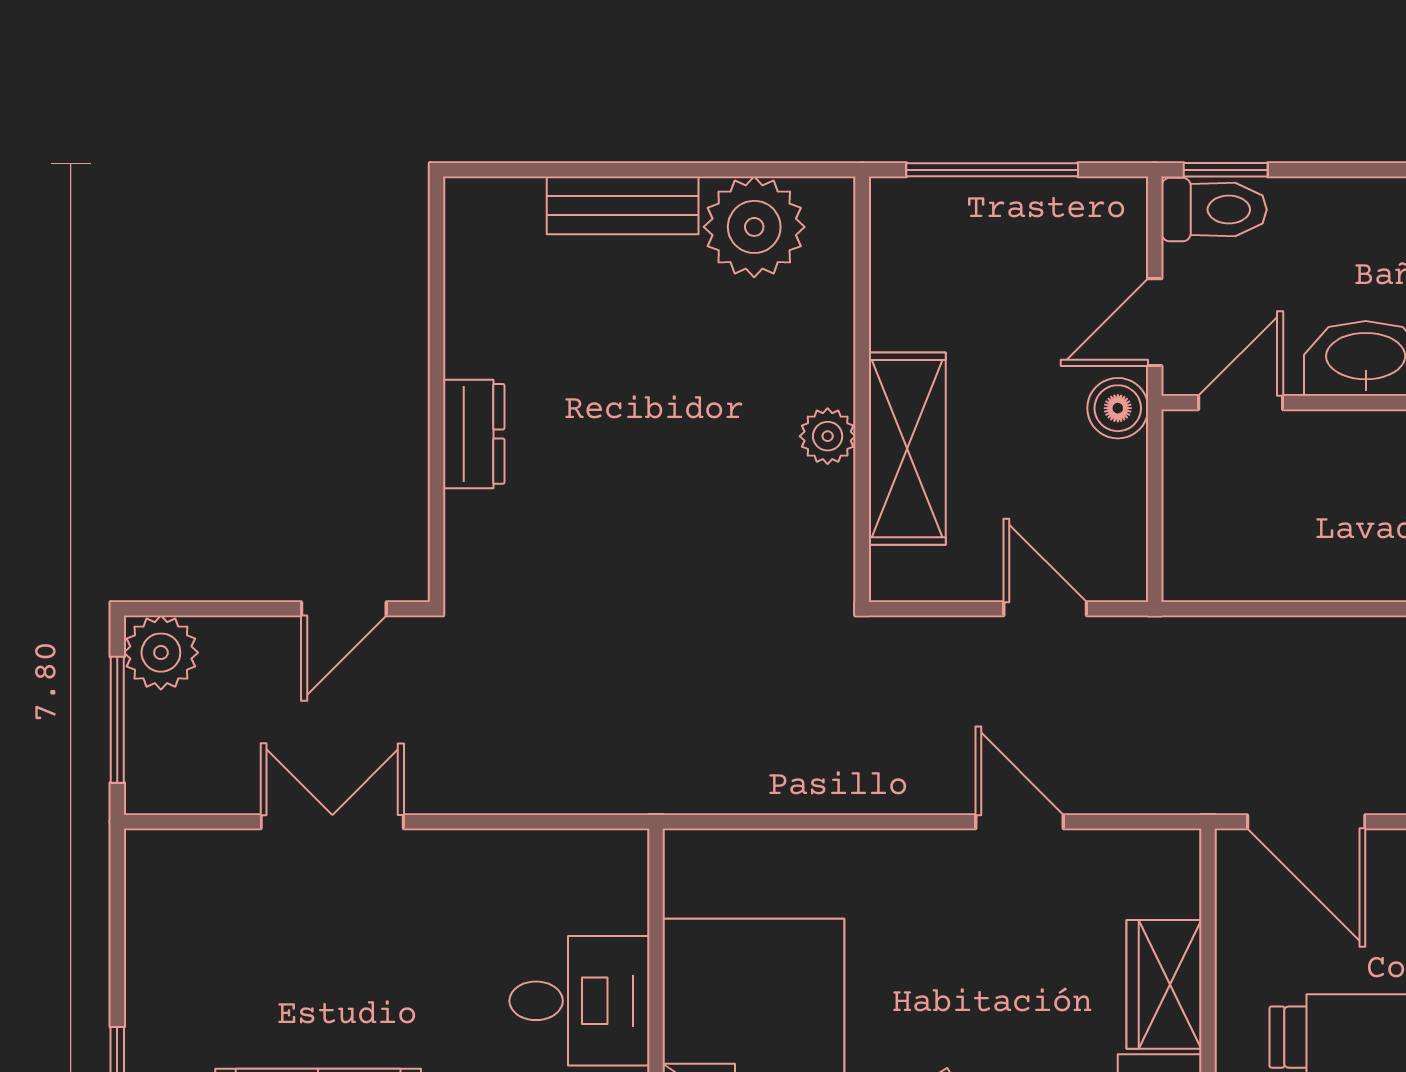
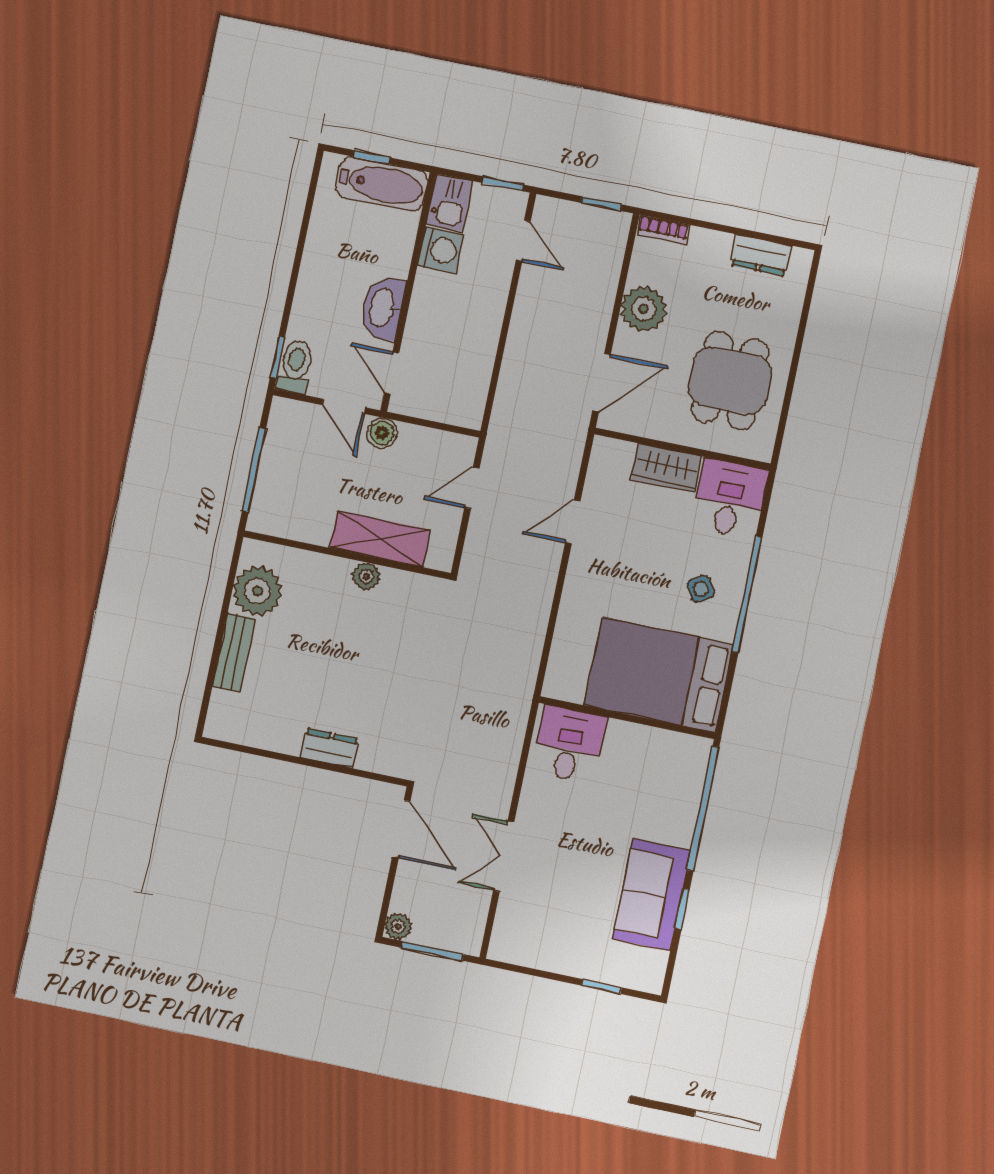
door: (344, 609) -> (401, 829), width x1.38
plant: (161, 653) -> (398, 927), width x0.73, depth x0.73
desk: (579, 1001) -> (569, 744), moved

